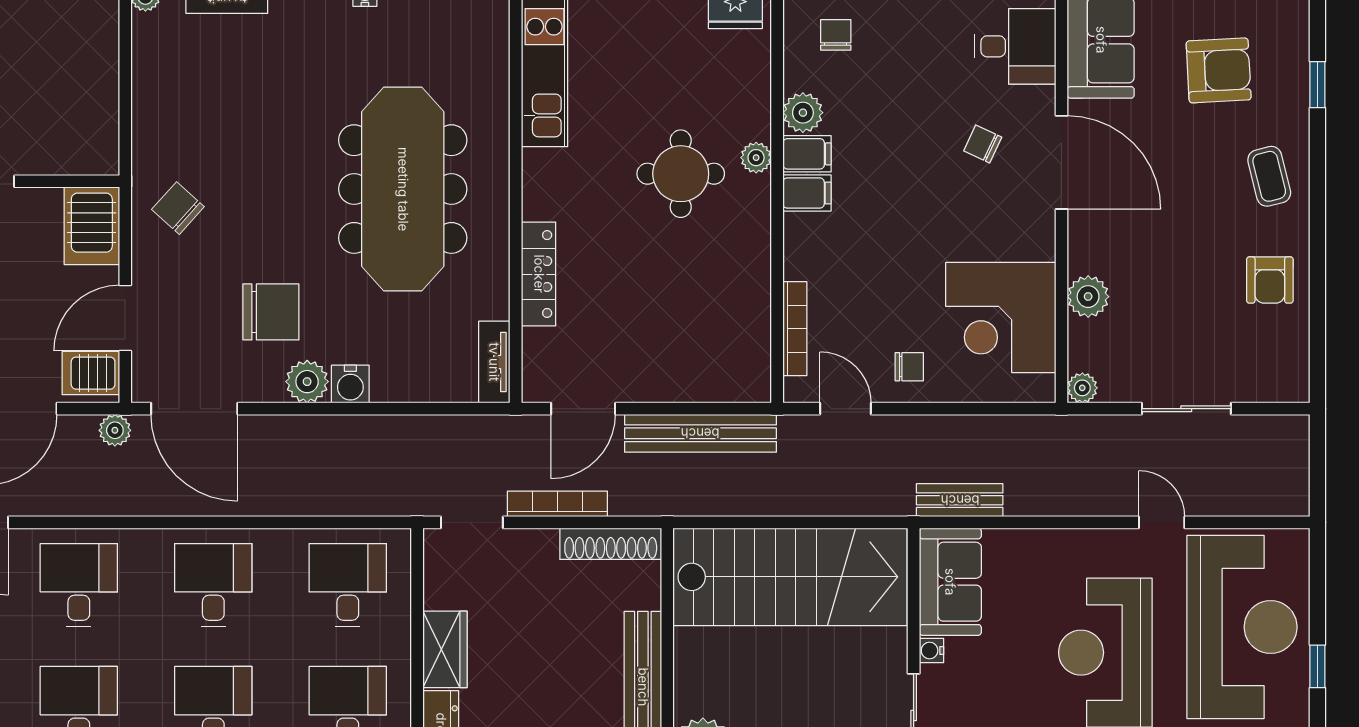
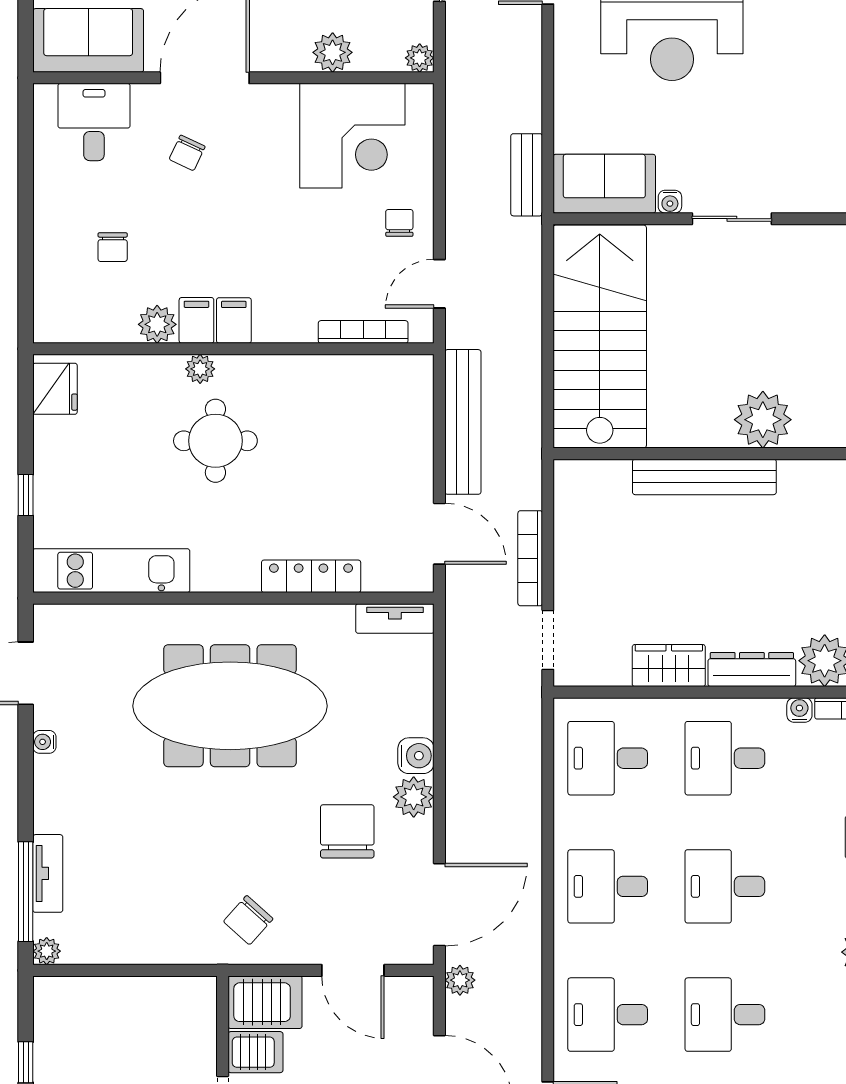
chair: (836, 35) -> (113, 247), moved, turned -90
server rack: (91, 373) -> (255, 1052), moved, turned -90
shoe rack: (611, 544) -> (568, 508), removed

